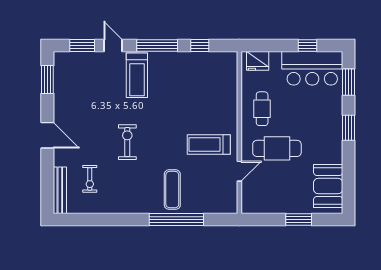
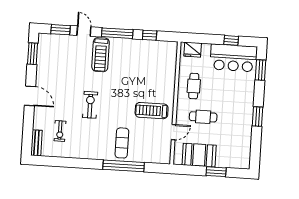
window: (349, 128) -> (258, 117), moved
cafe table: (277, 148) -> (203, 117), width x0.73, depth x0.74
booth: (328, 186) -> (199, 155), moved, turned 90
bench: (60, 190) -> (36, 143), width x0.73

